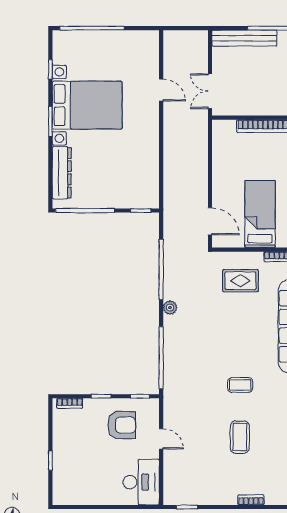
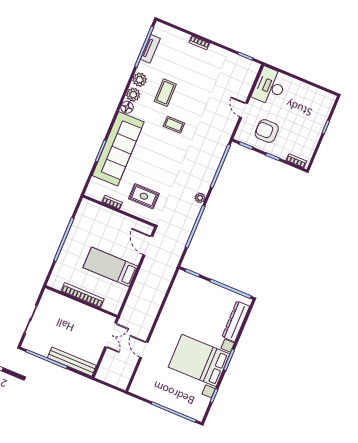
bed: (260, 214) -> (110, 267), moved, turned 90
coffee table: (240, 437) -> (165, 93), moved

